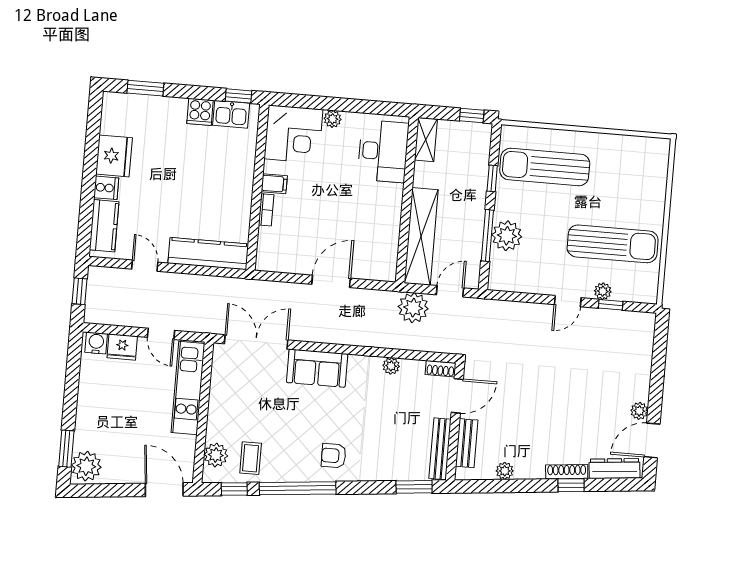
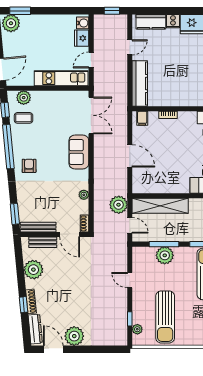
filing cabinet: (274, 184) -> (142, 118), moved
plant: (603, 291) -> (137, 329), moved
door: (568, 301) -> (130, 280), moved
plant: (639, 411) -> (74, 336), width x1.88, depth x1.88
plant: (505, 471) -> (33, 270), width x1.87, depth x1.87

